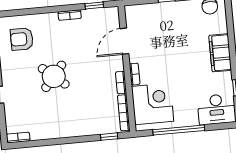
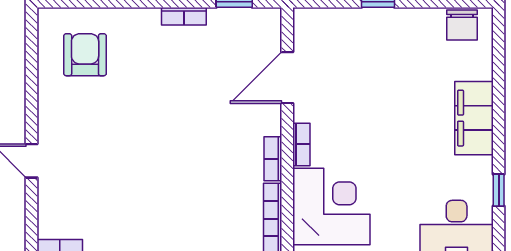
armchair: (22, 39) -> (85, 55), turned 90
round table: (54, 76) -> (141, 134), removed

